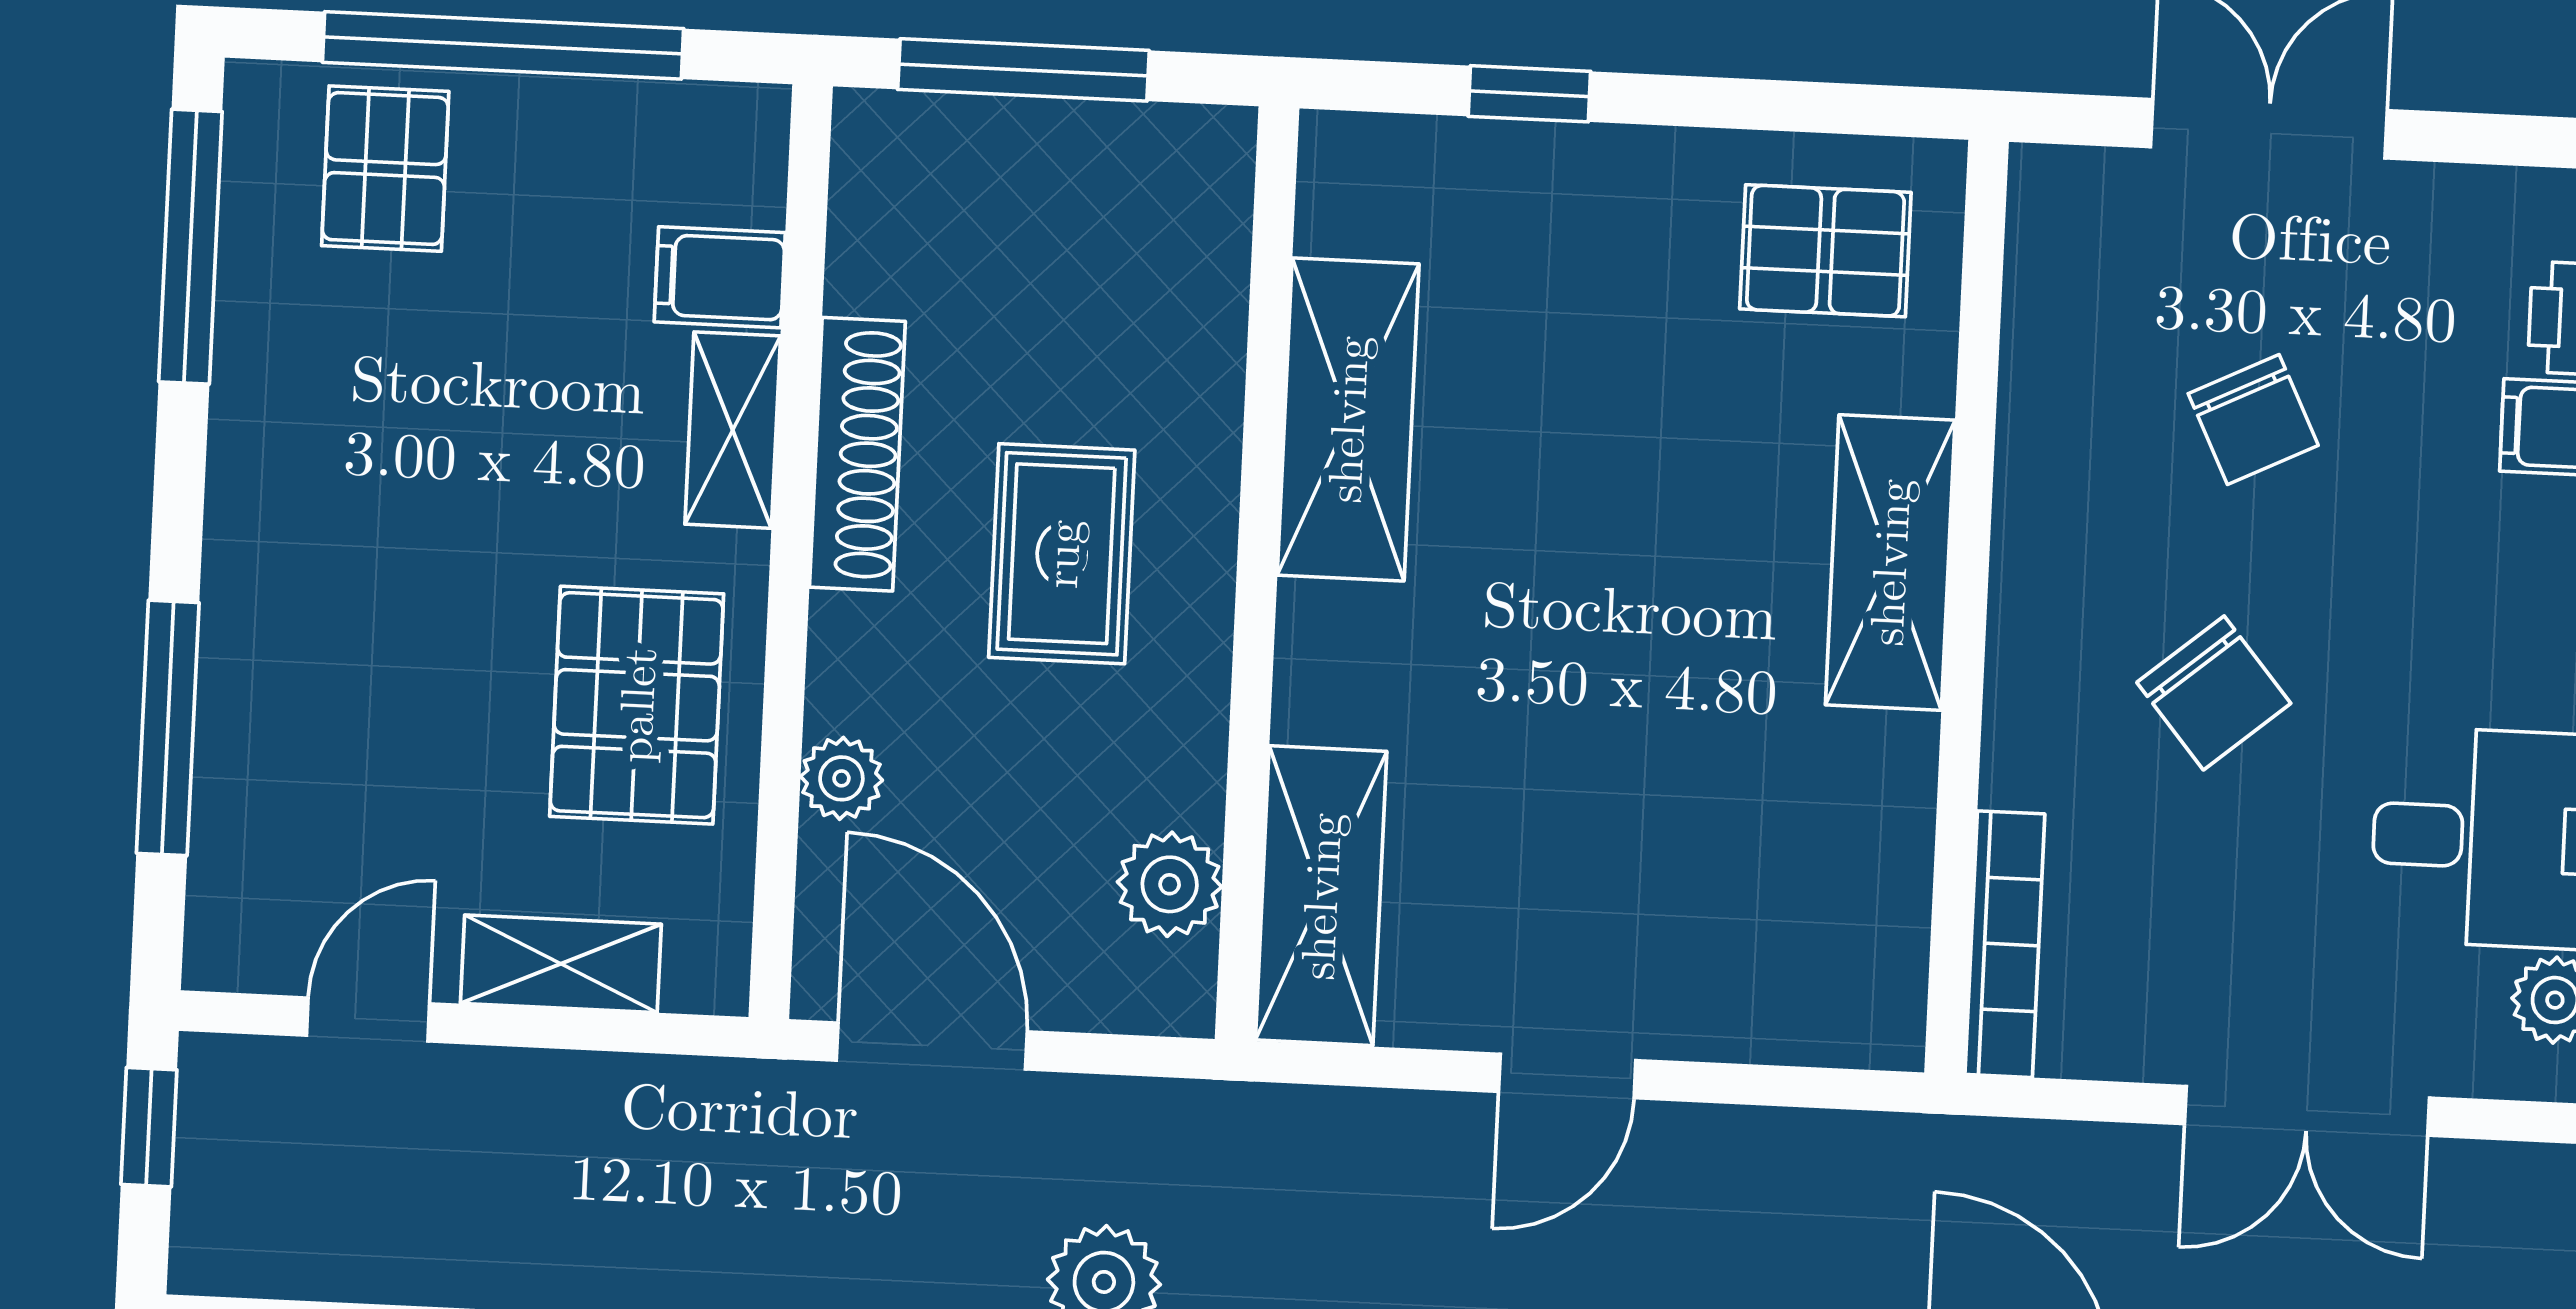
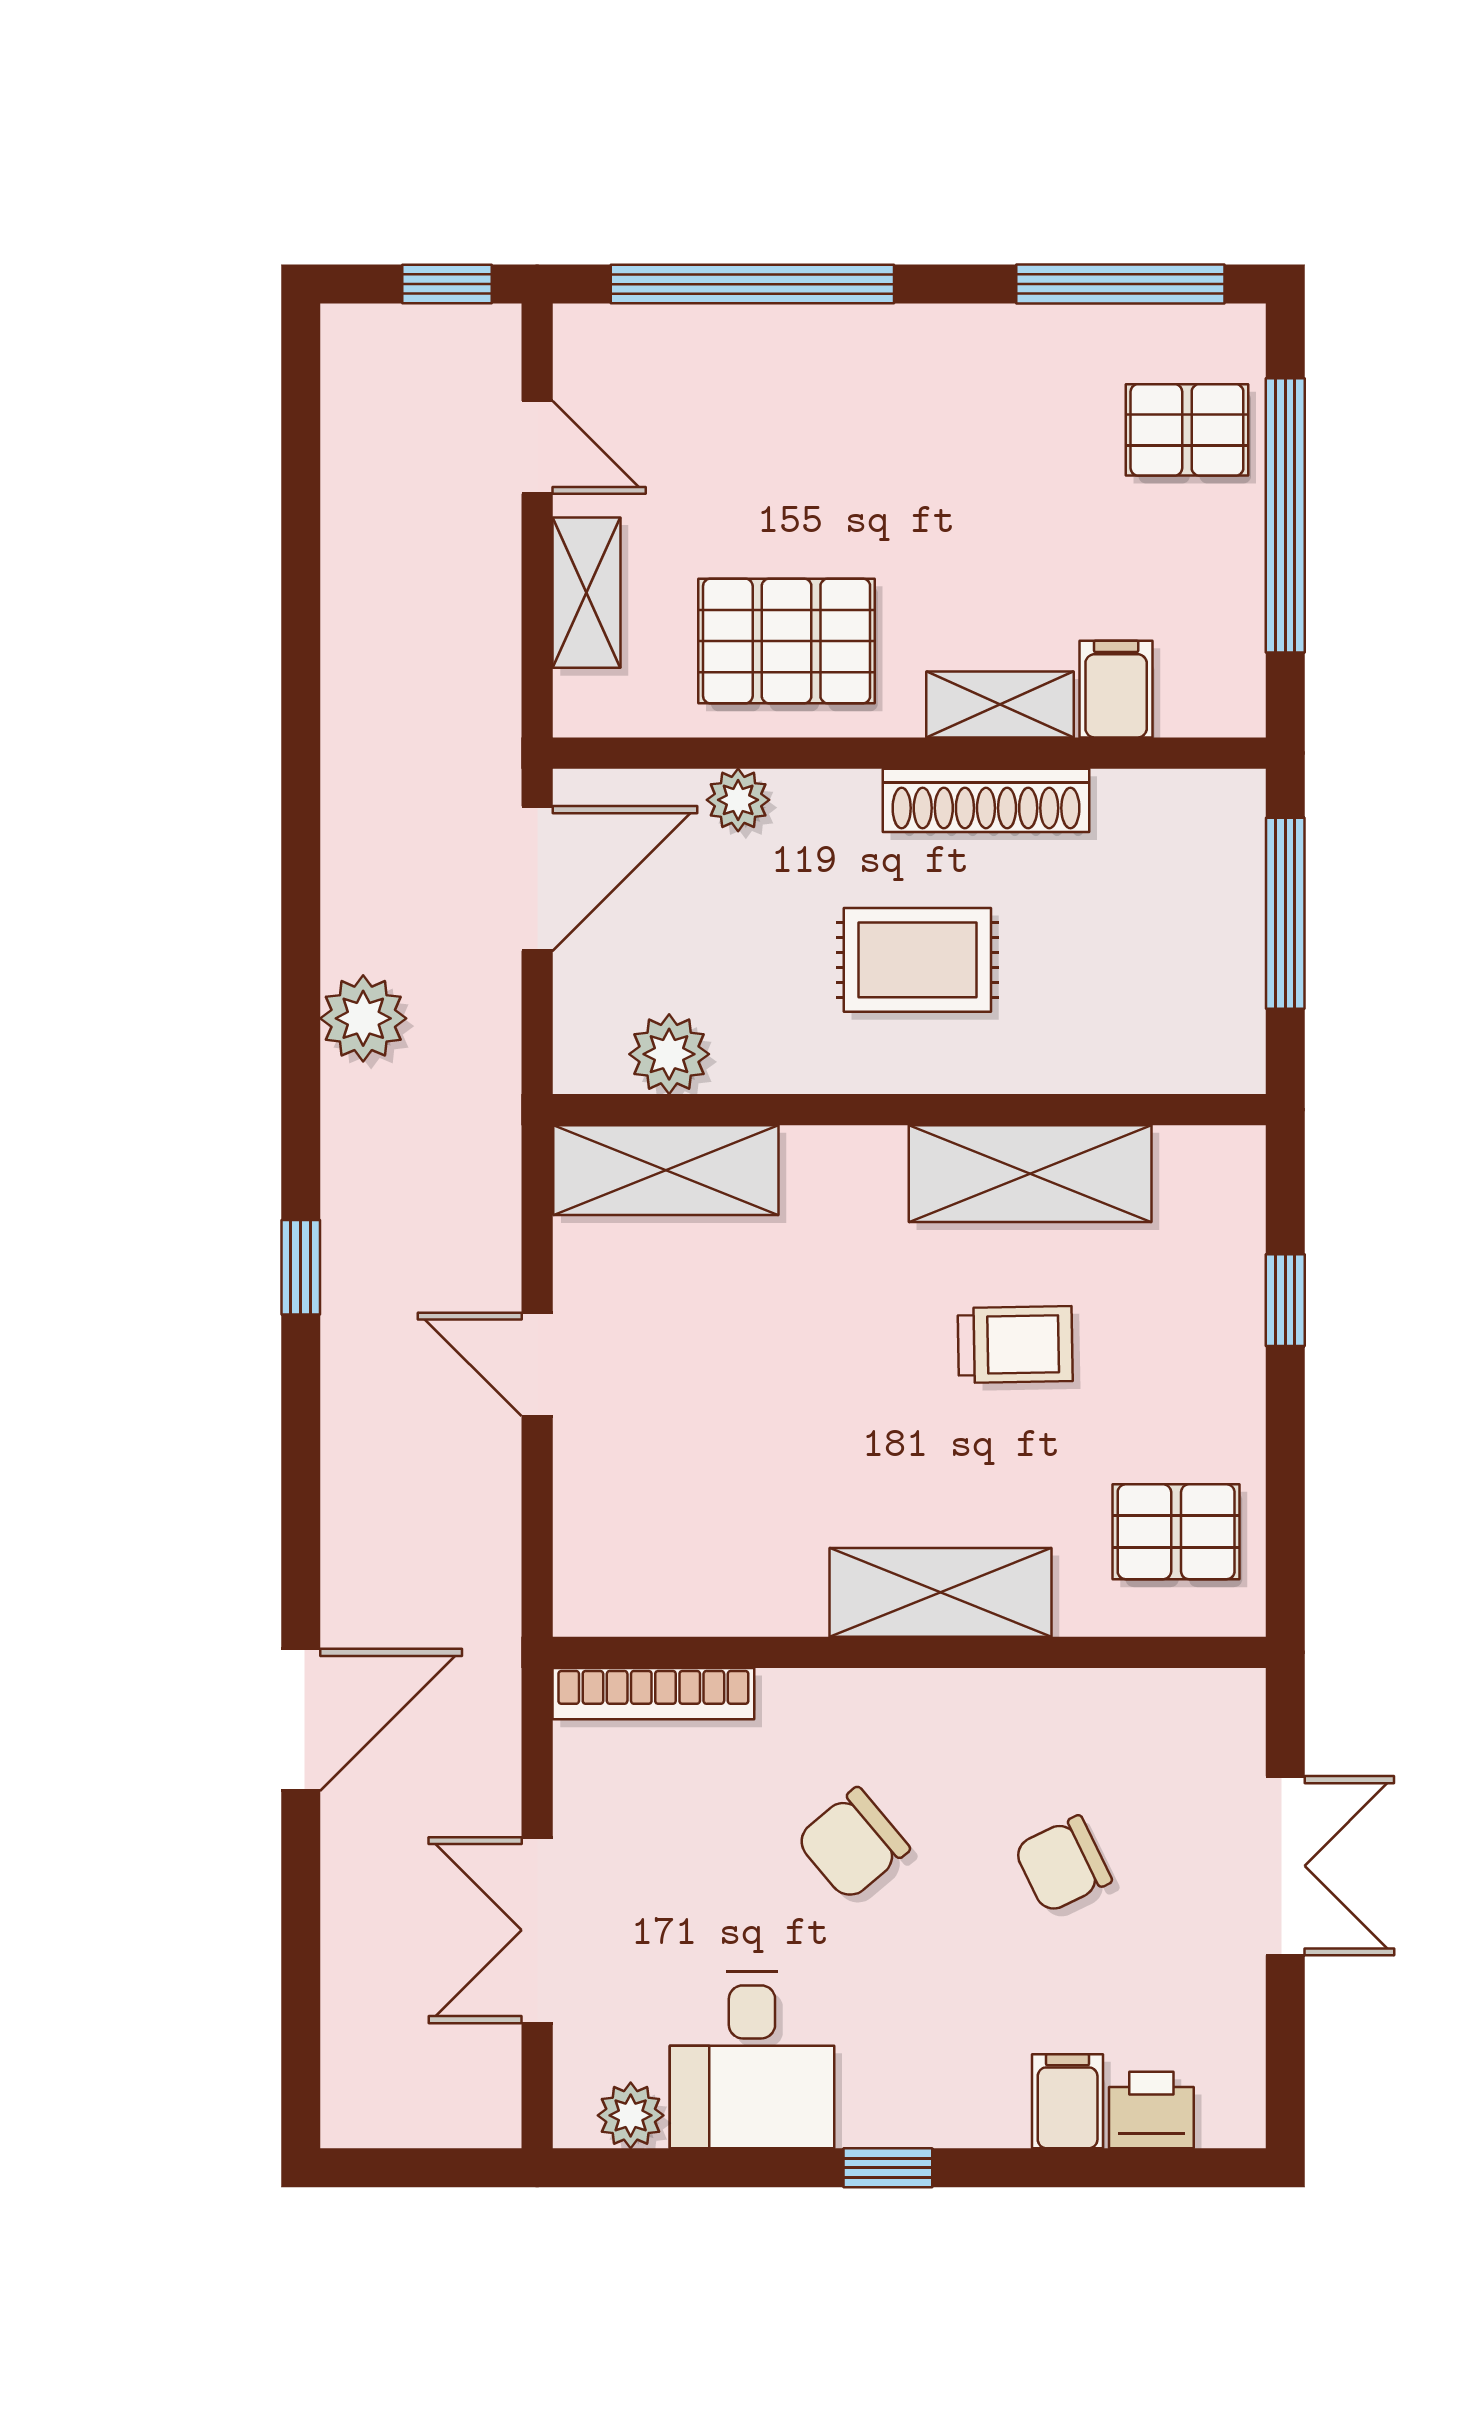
pallet: (1825, 251) -> (1176, 1532), turned 90
trolley: (1571, 450) -> (1015, 1345), added
window: (168, 728) -> (752, 284), width x1.46

